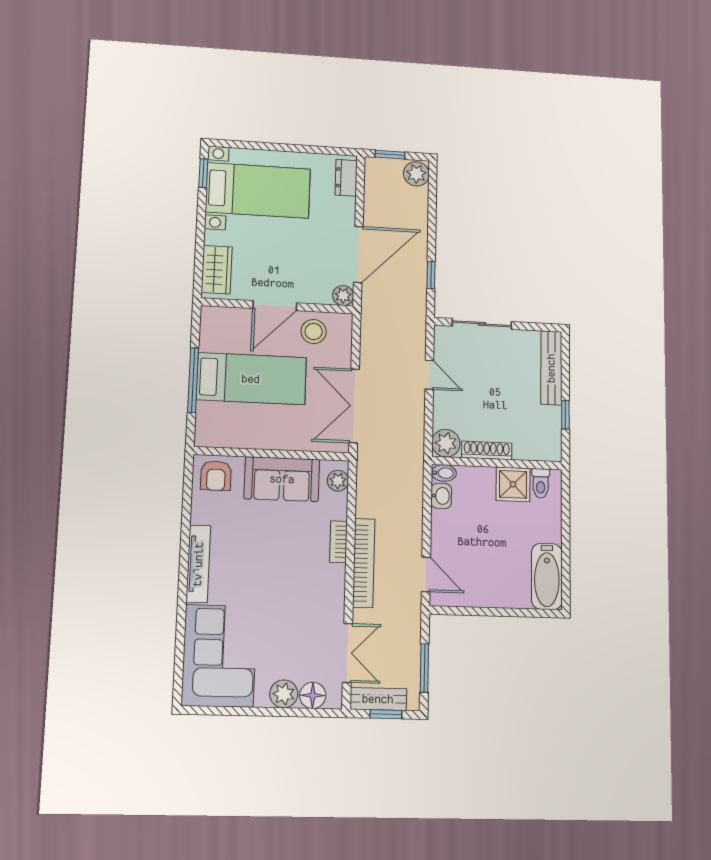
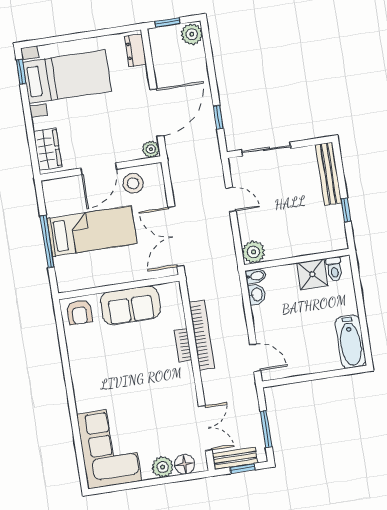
shoe rack: (487, 450) -> (287, 251), removed
plant: (338, 481) -> (174, 298), removed
bookcase: (364, 563) -> (202, 335), moved
tv unit: (198, 564) -> (80, 382), removed

